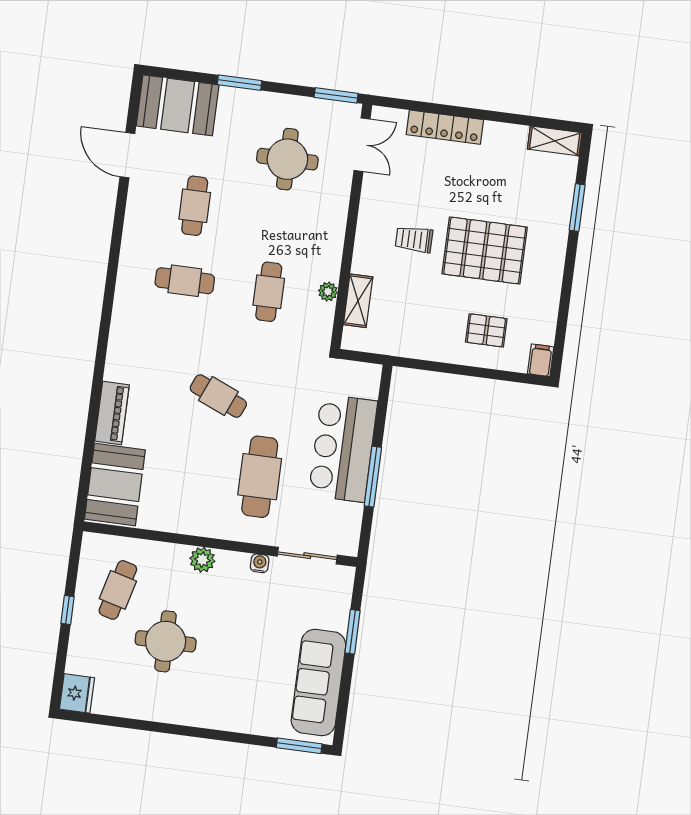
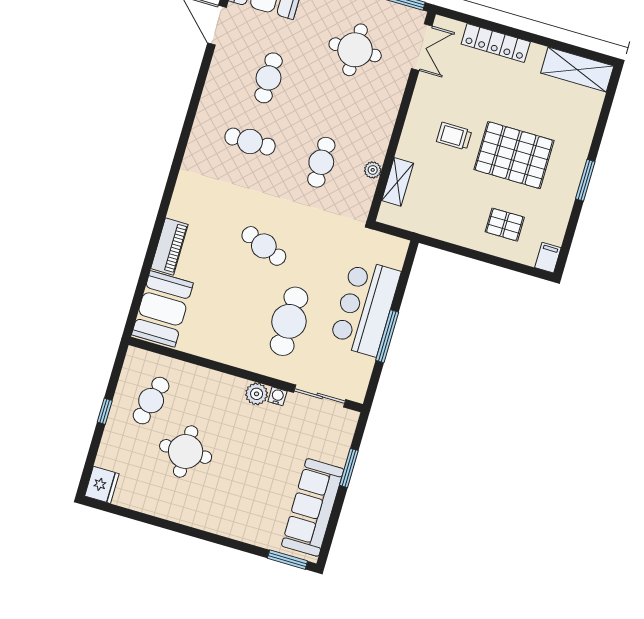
shelving: (555, 141) -> (577, 70), width x1.50, depth x1.33
window: (577, 208) -> (585, 180), moved
plant: (202, 560) -> (257, 394), moved

